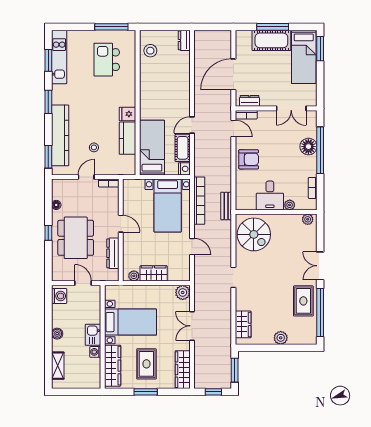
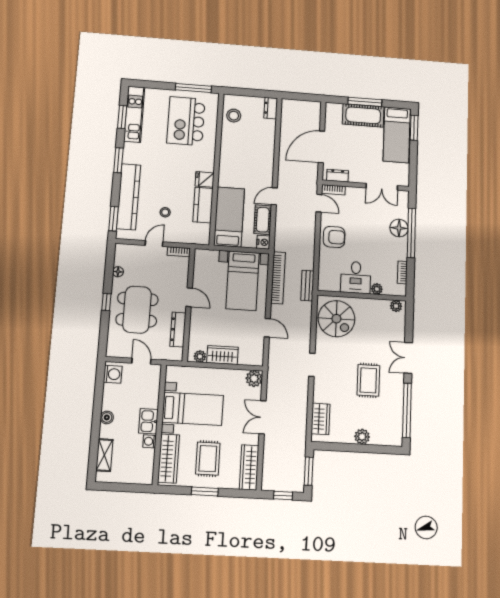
kitchen island: (107, 60) -> (186, 121), width x1.37, depth x1.28
rug: (303, 301) -> (368, 380), moved

